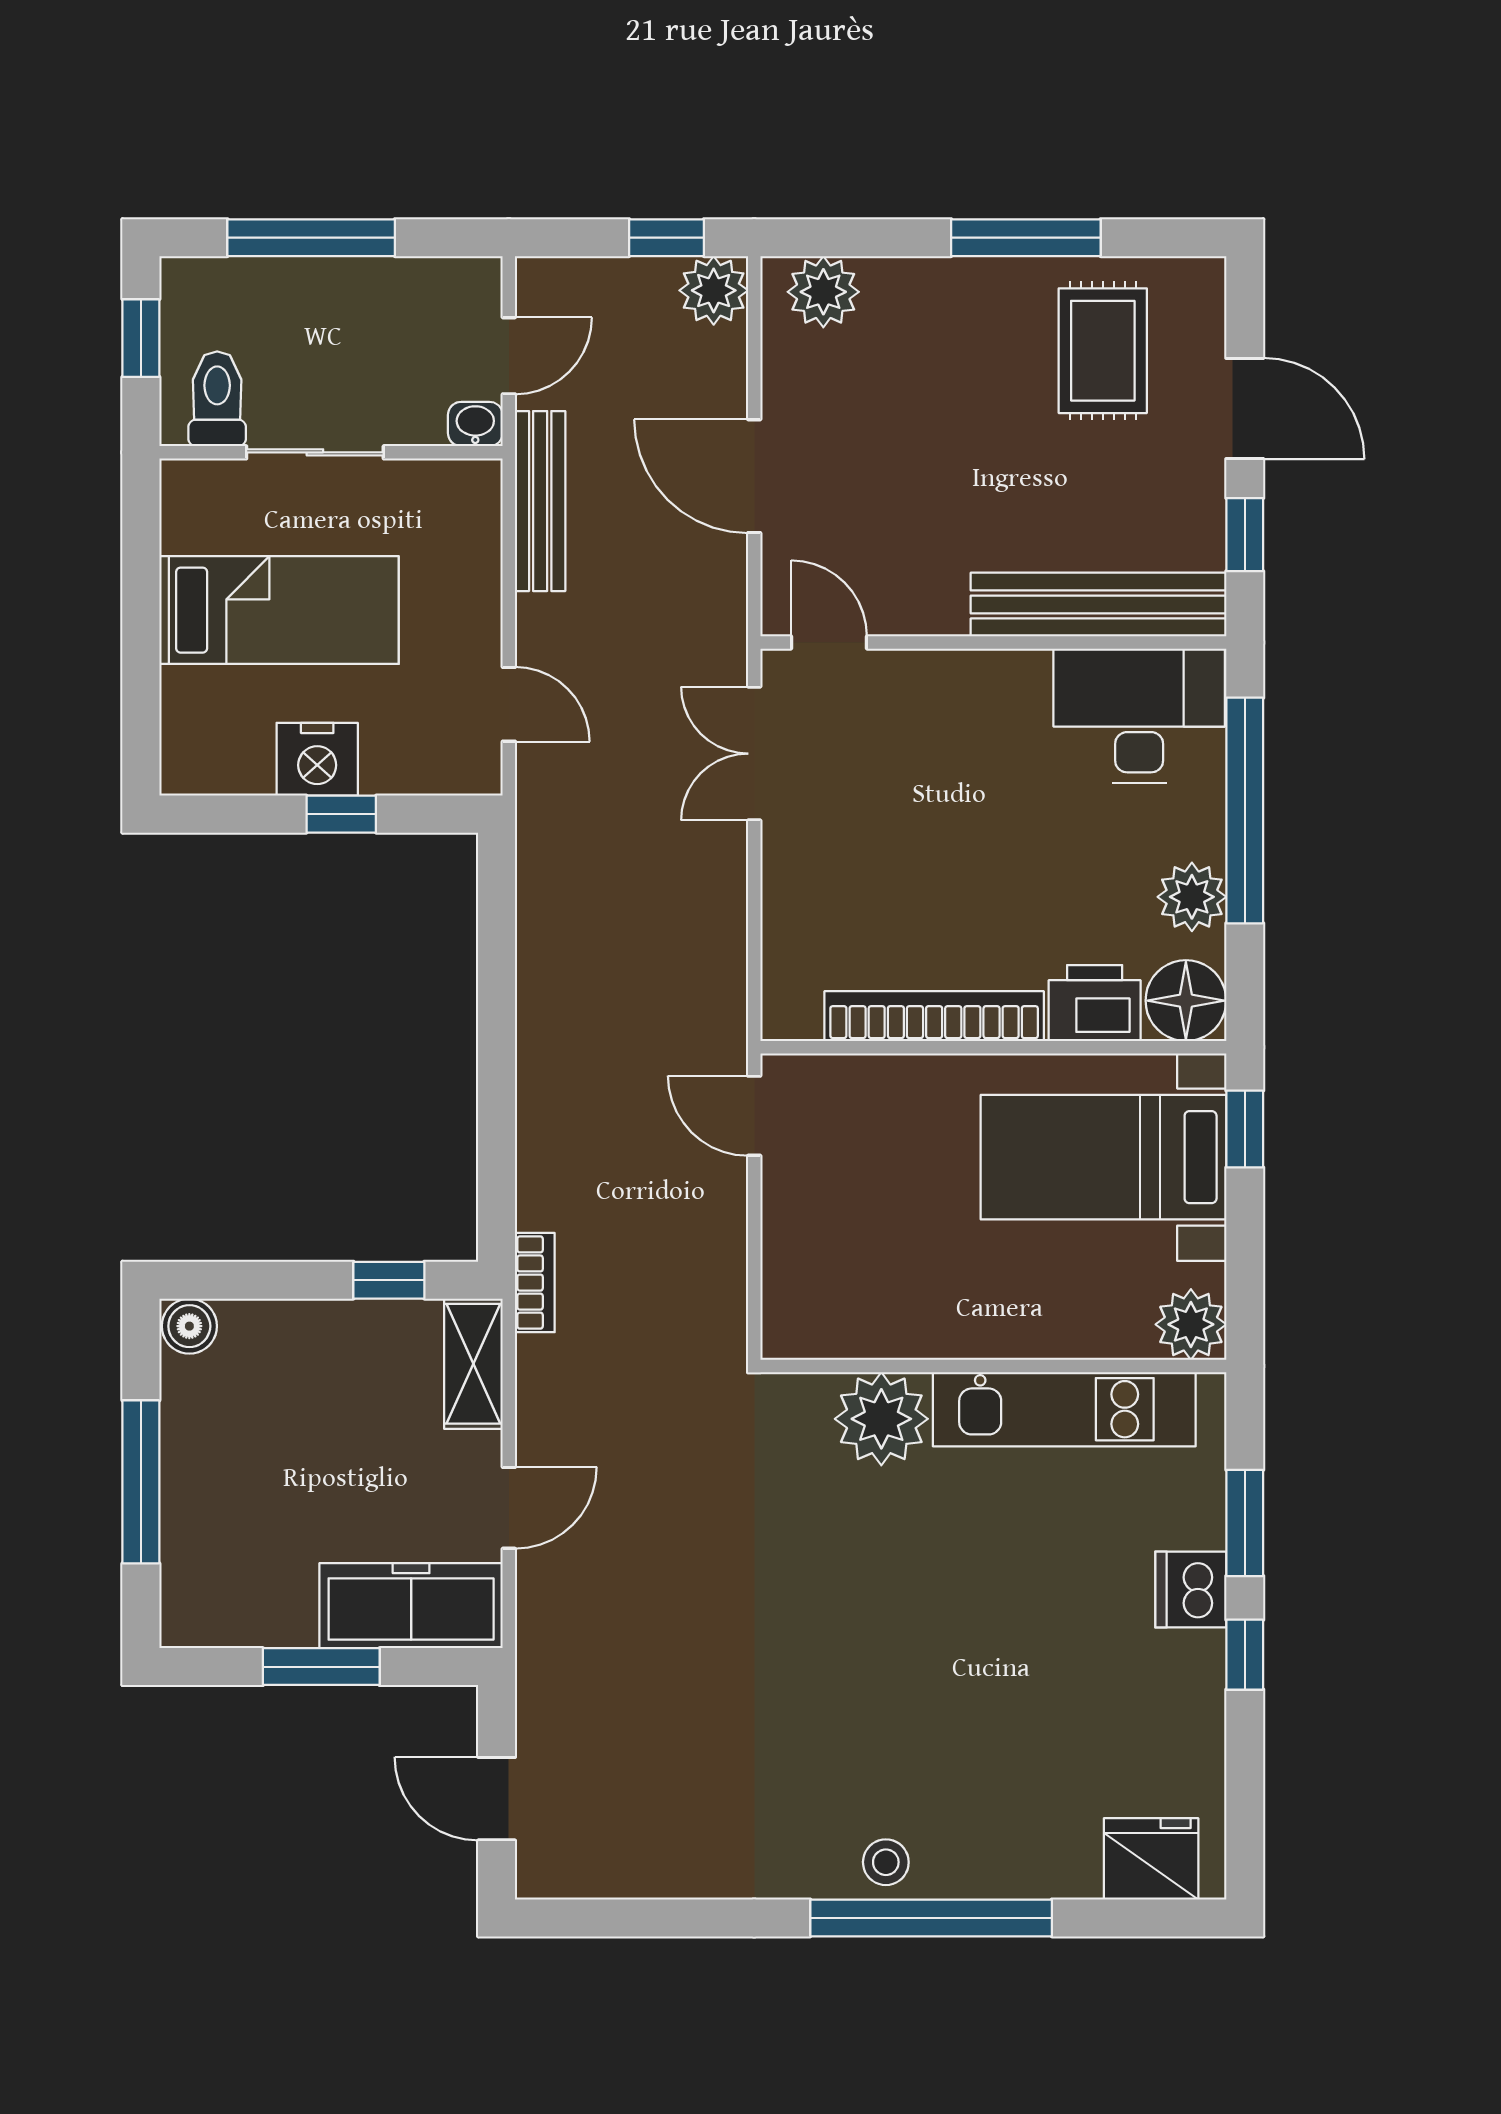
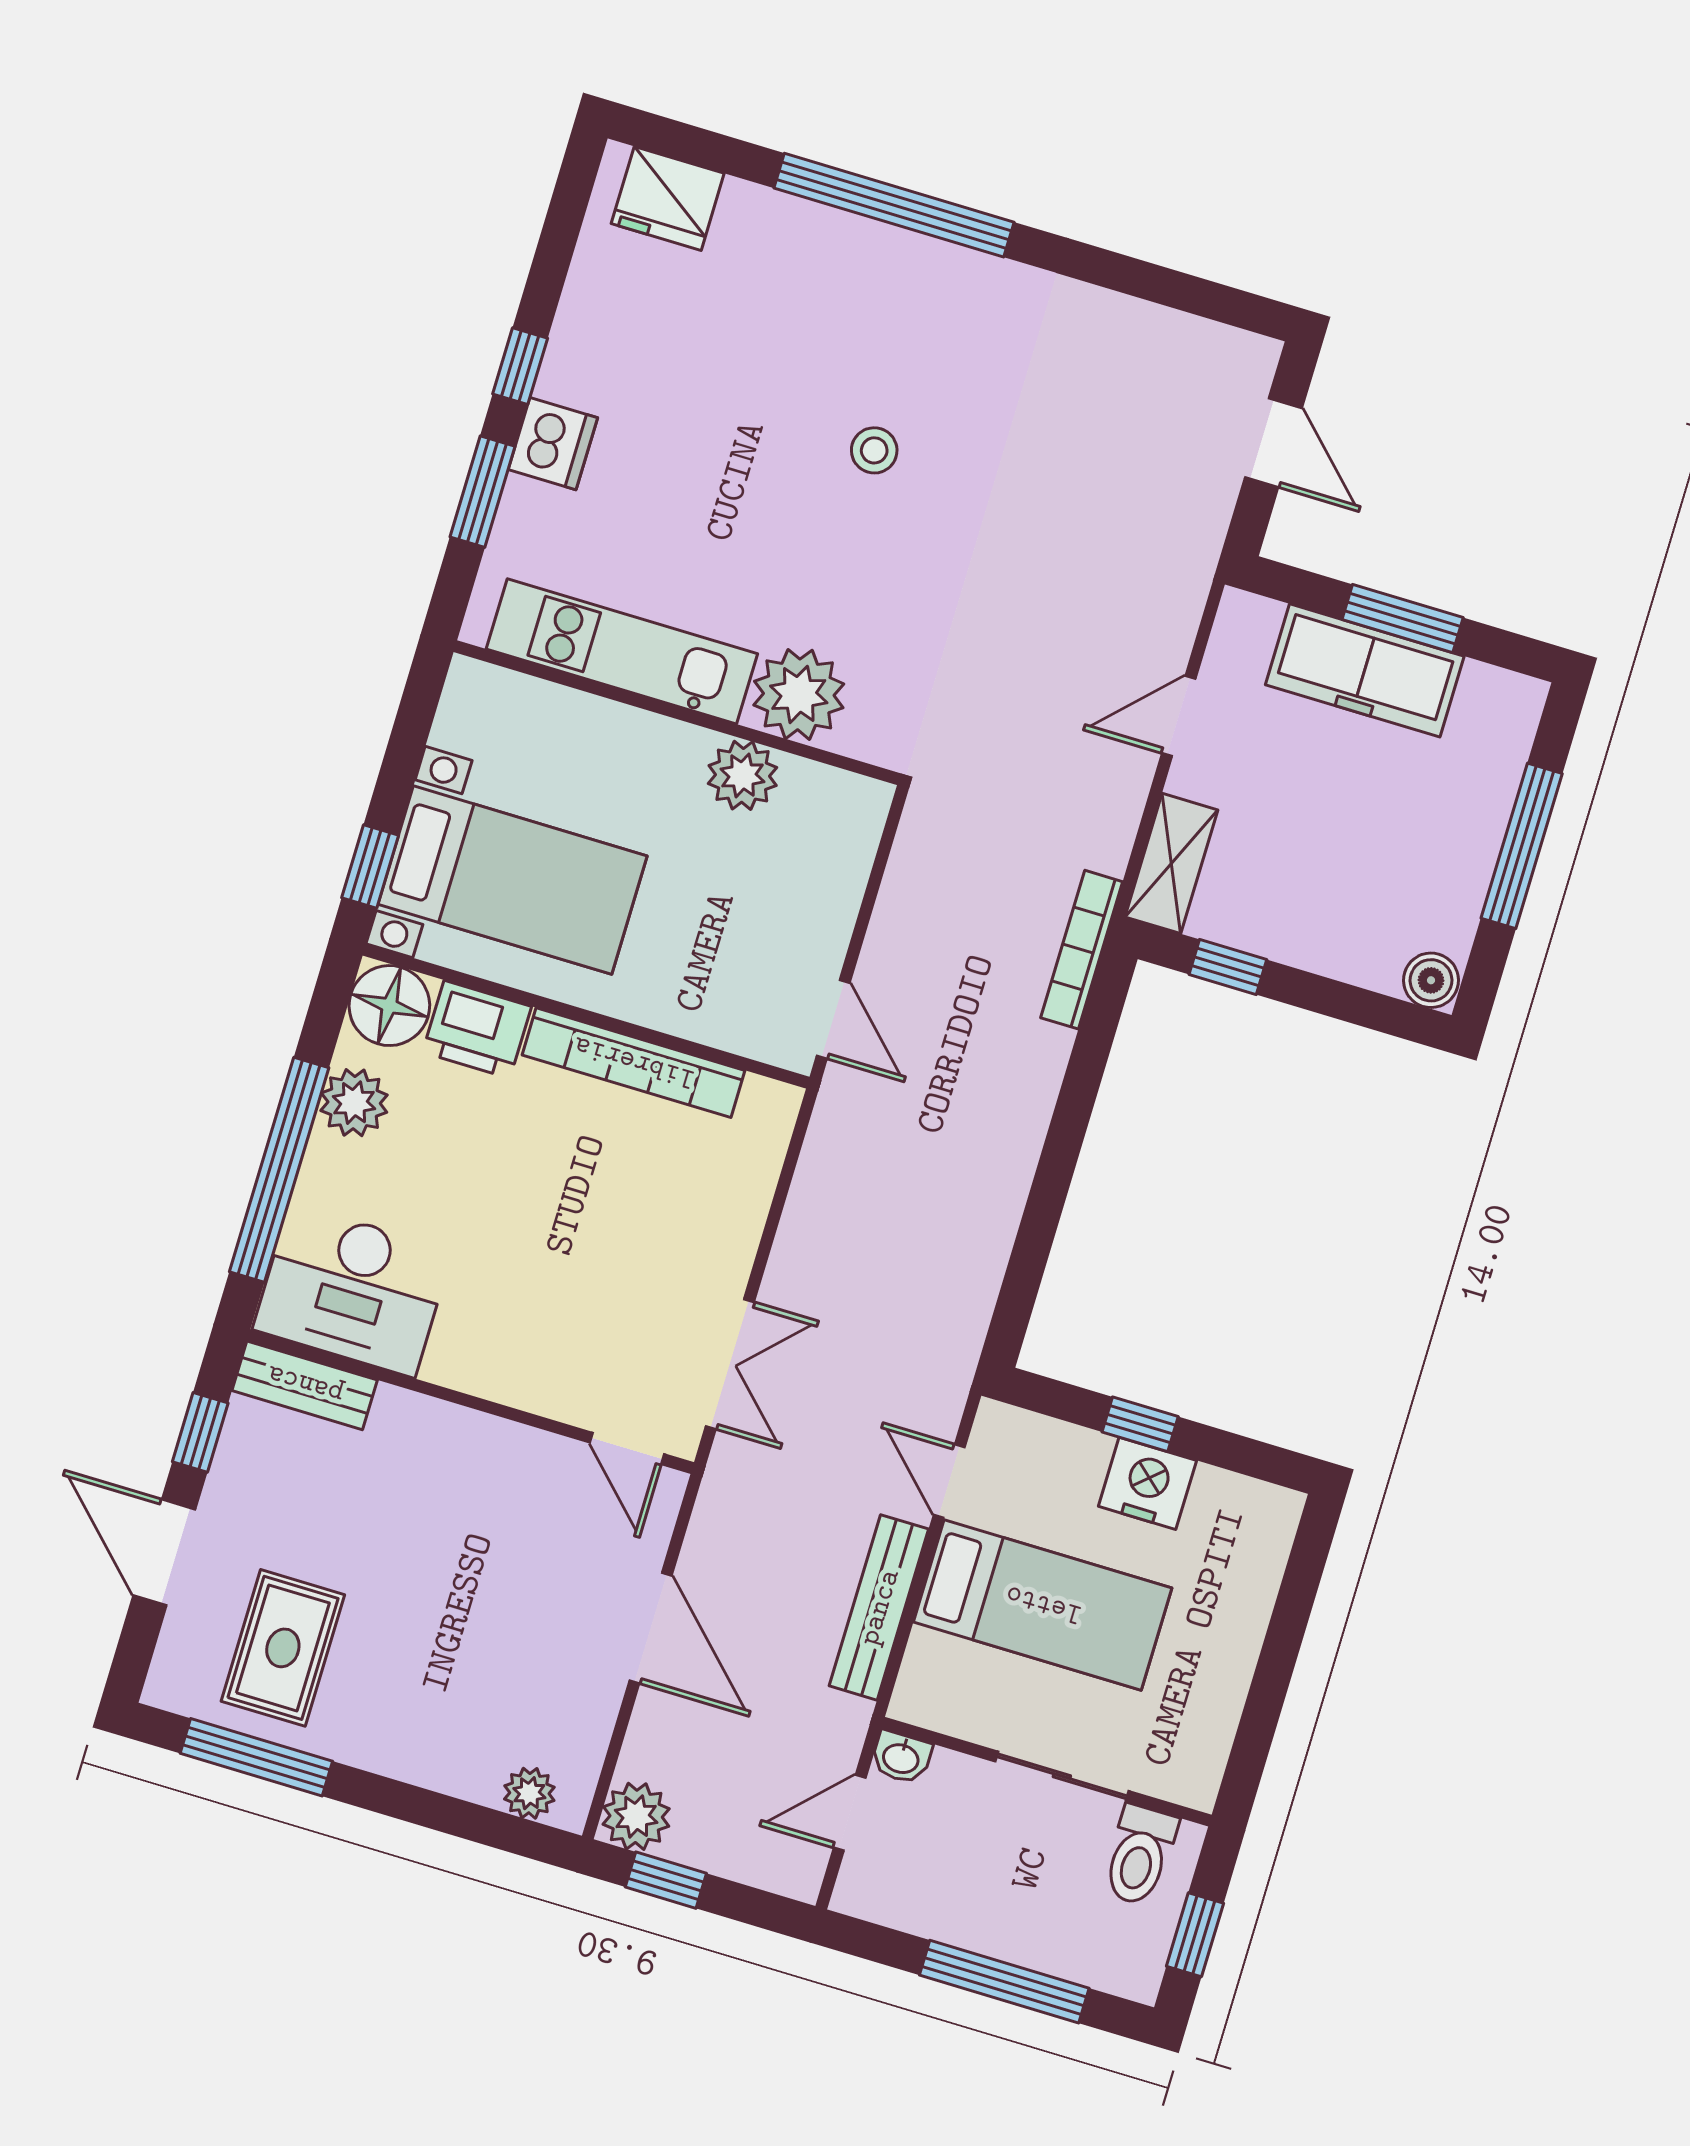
window: (1026, 238) -> (256, 1757), moved
plant: (823, 292) -> (529, 1793), width x0.73, depth x0.73
bench: (540, 501) -> (879, 1607), moved
bench: (1098, 604) -> (305, 1385), width x0.54, depth x0.82
bed: (279, 610) -> (1043, 1605), moved, turned 180
bookcase: (535, 1283) -> (1082, 950), width x1.56
plant: (1191, 1324) -> (743, 775), moved
freezer: (411, 1606) -> (1365, 670), moved
stool: (886, 1862) -> (874, 450), moved

